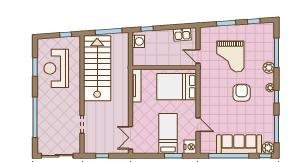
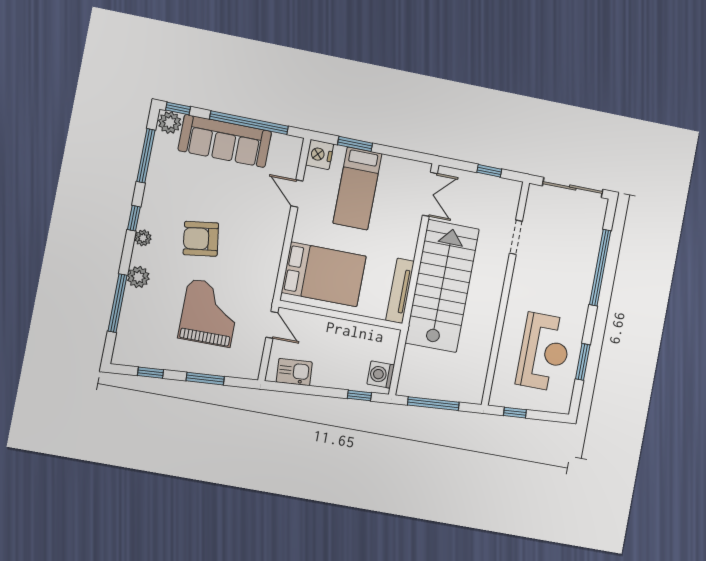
stairs: (97, 68) -> (442, 286), moved, turned 180
armchair: (242, 93) -> (201, 239), turned 82

